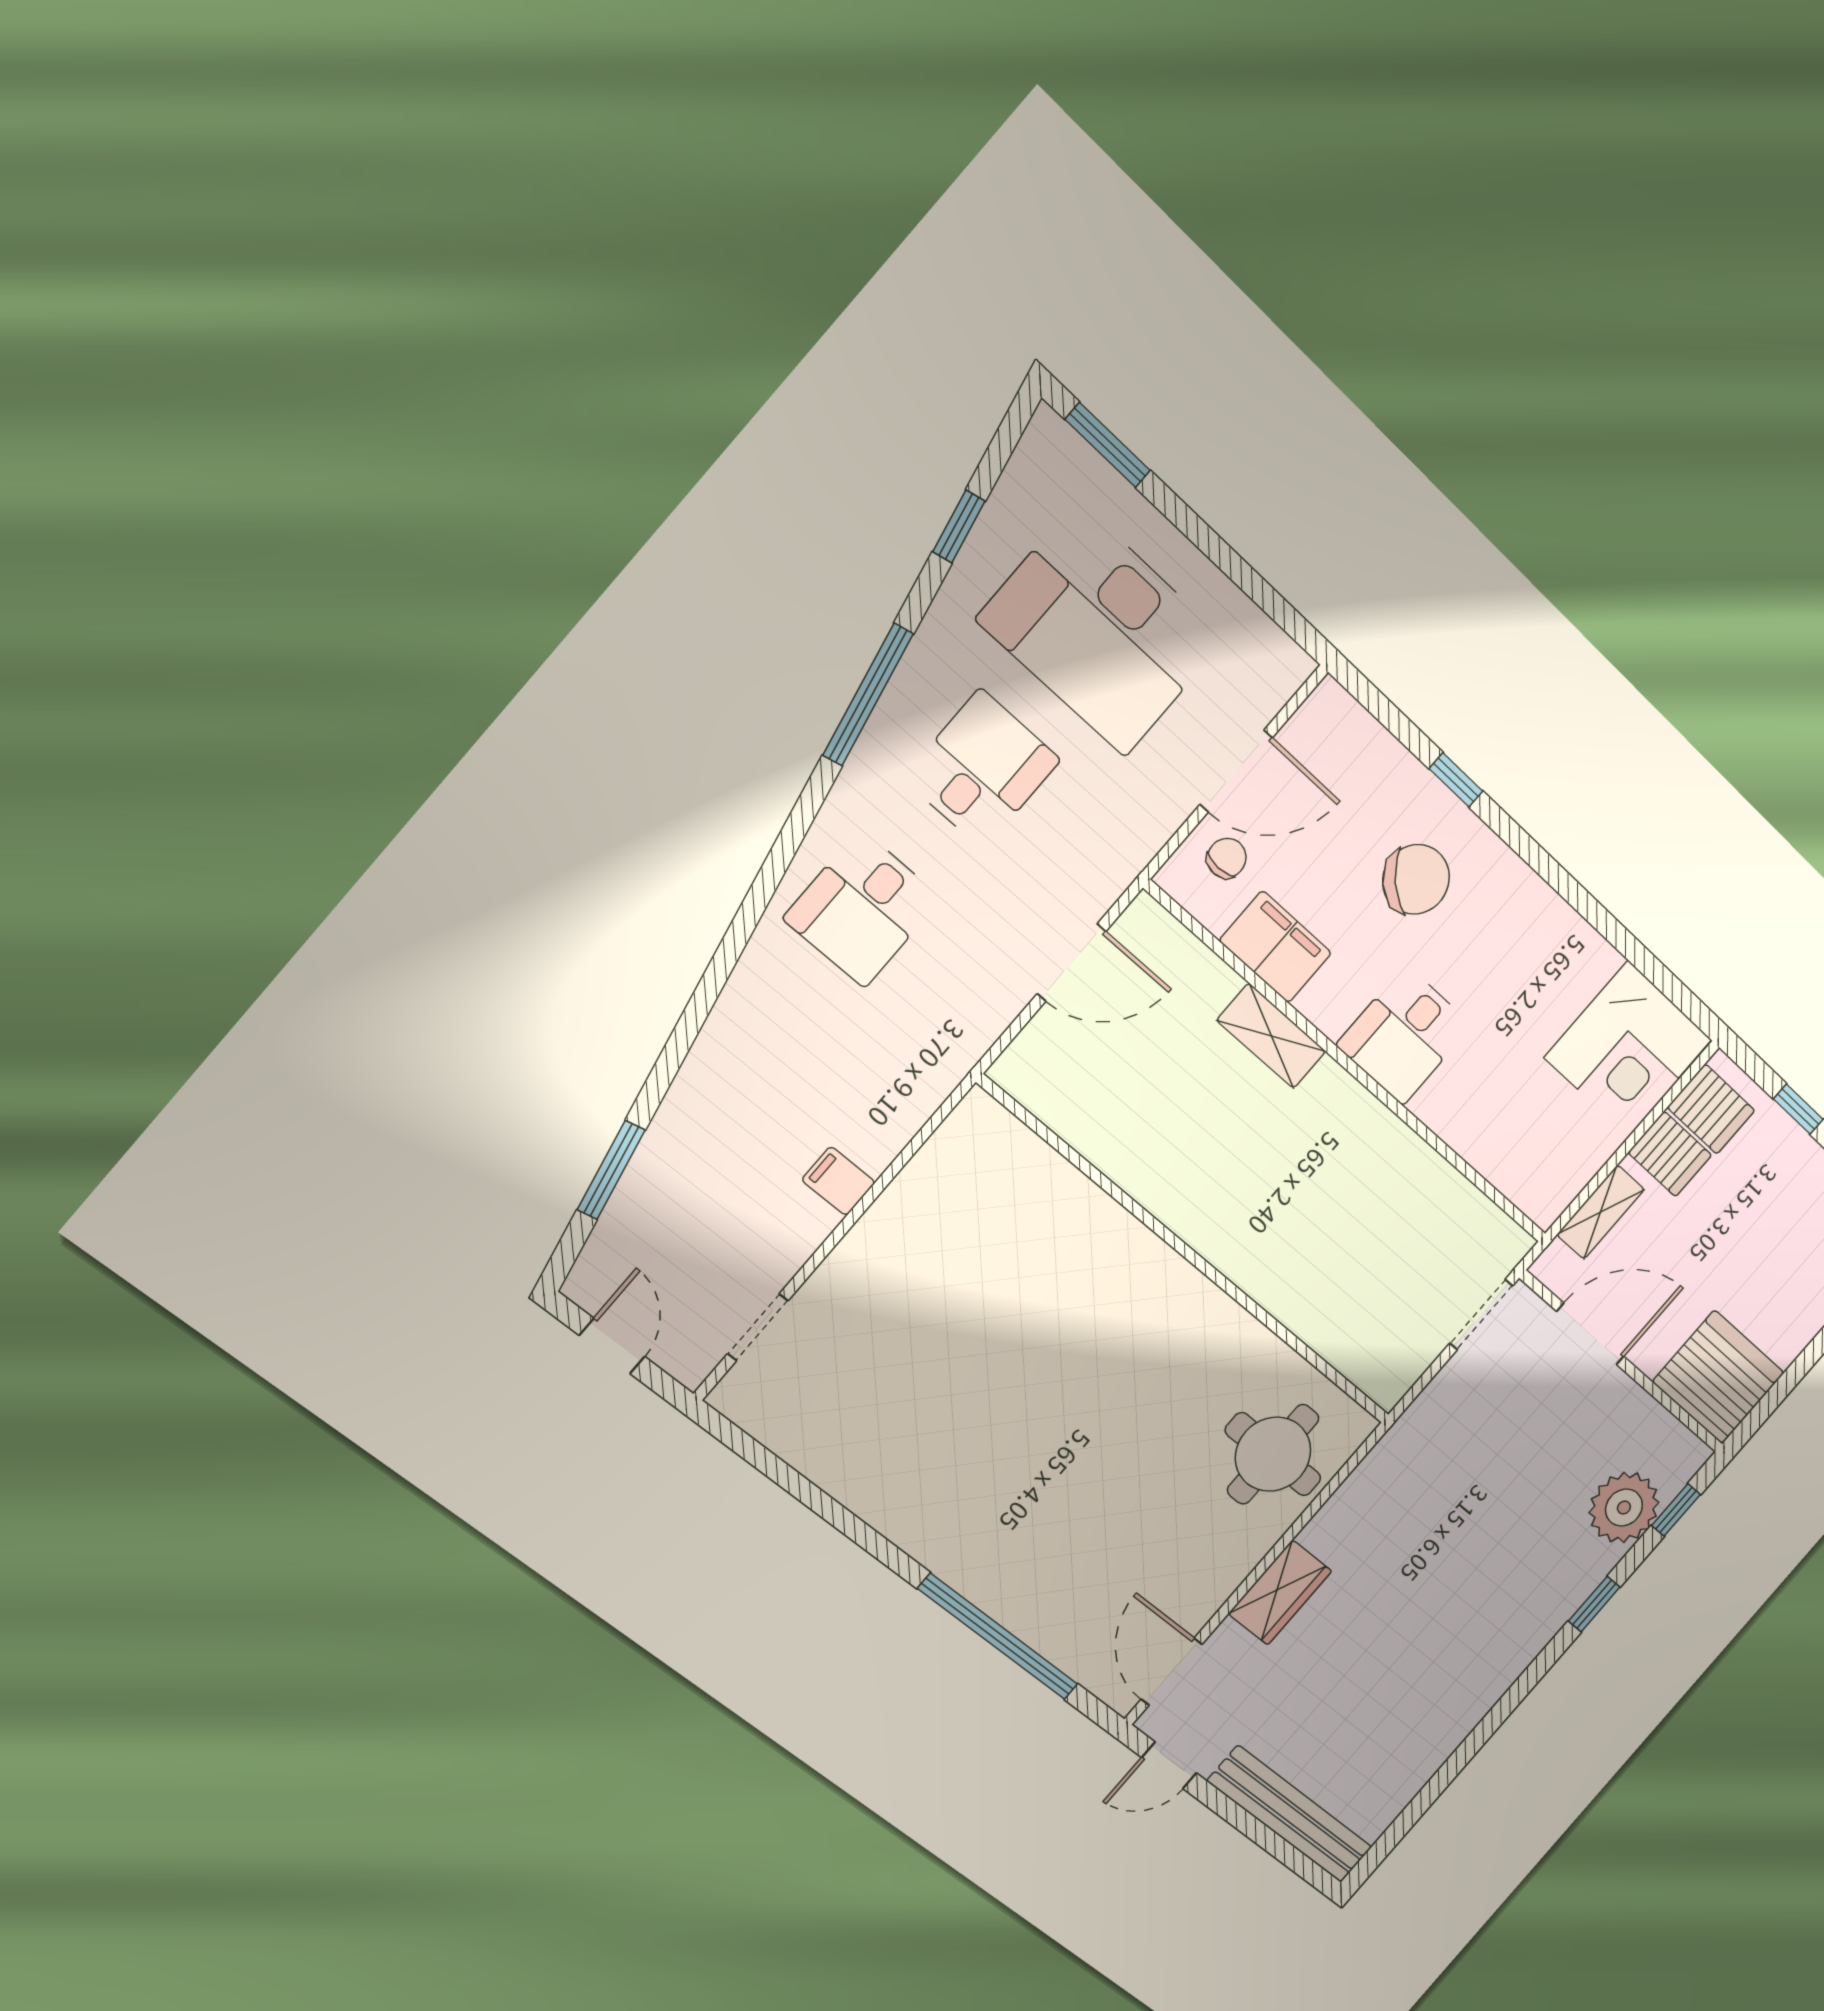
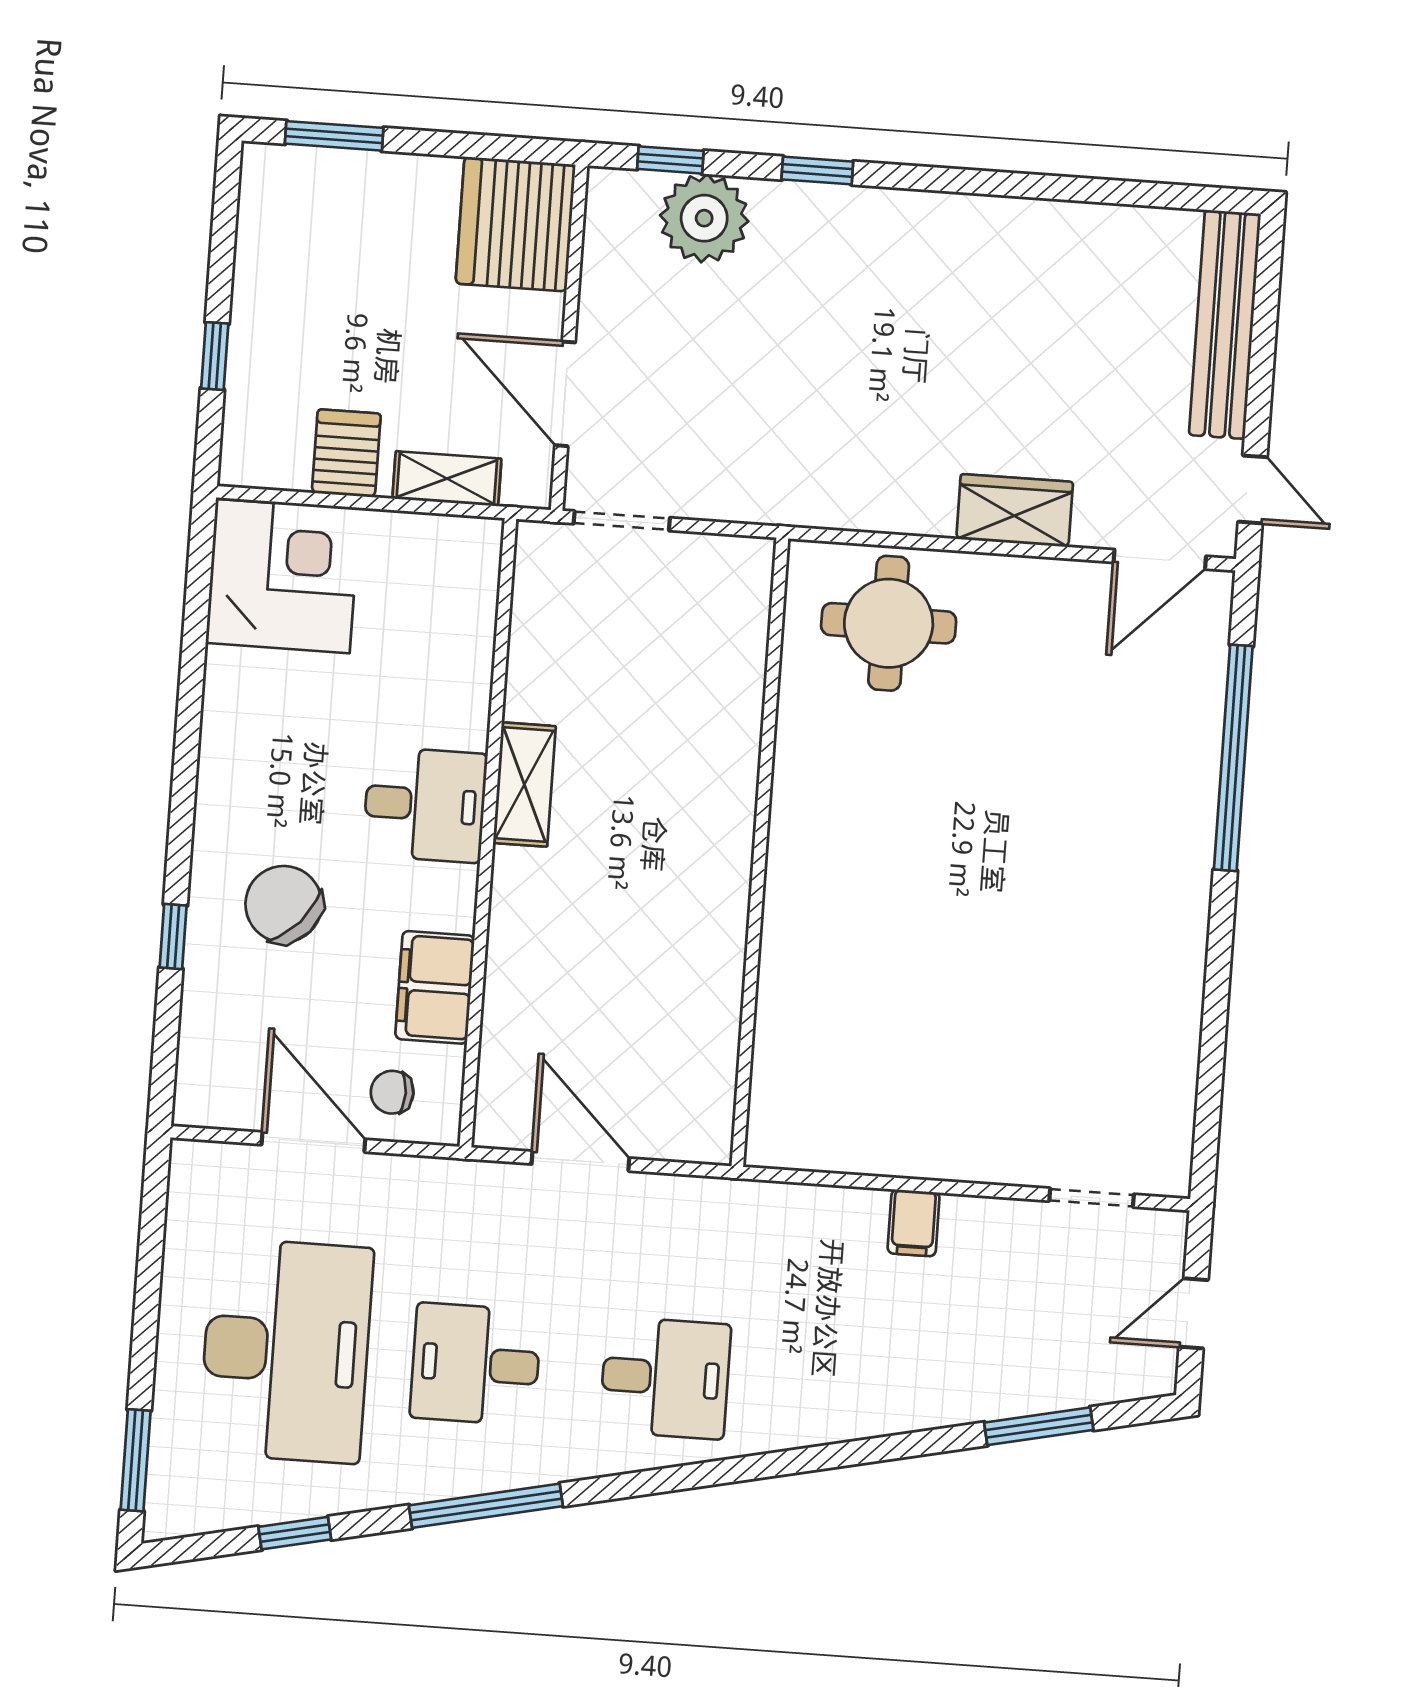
shelving: (1271, 1036) -> (524, 785), moved
server rack: (1711, 1109) -> (277, 446), removed

